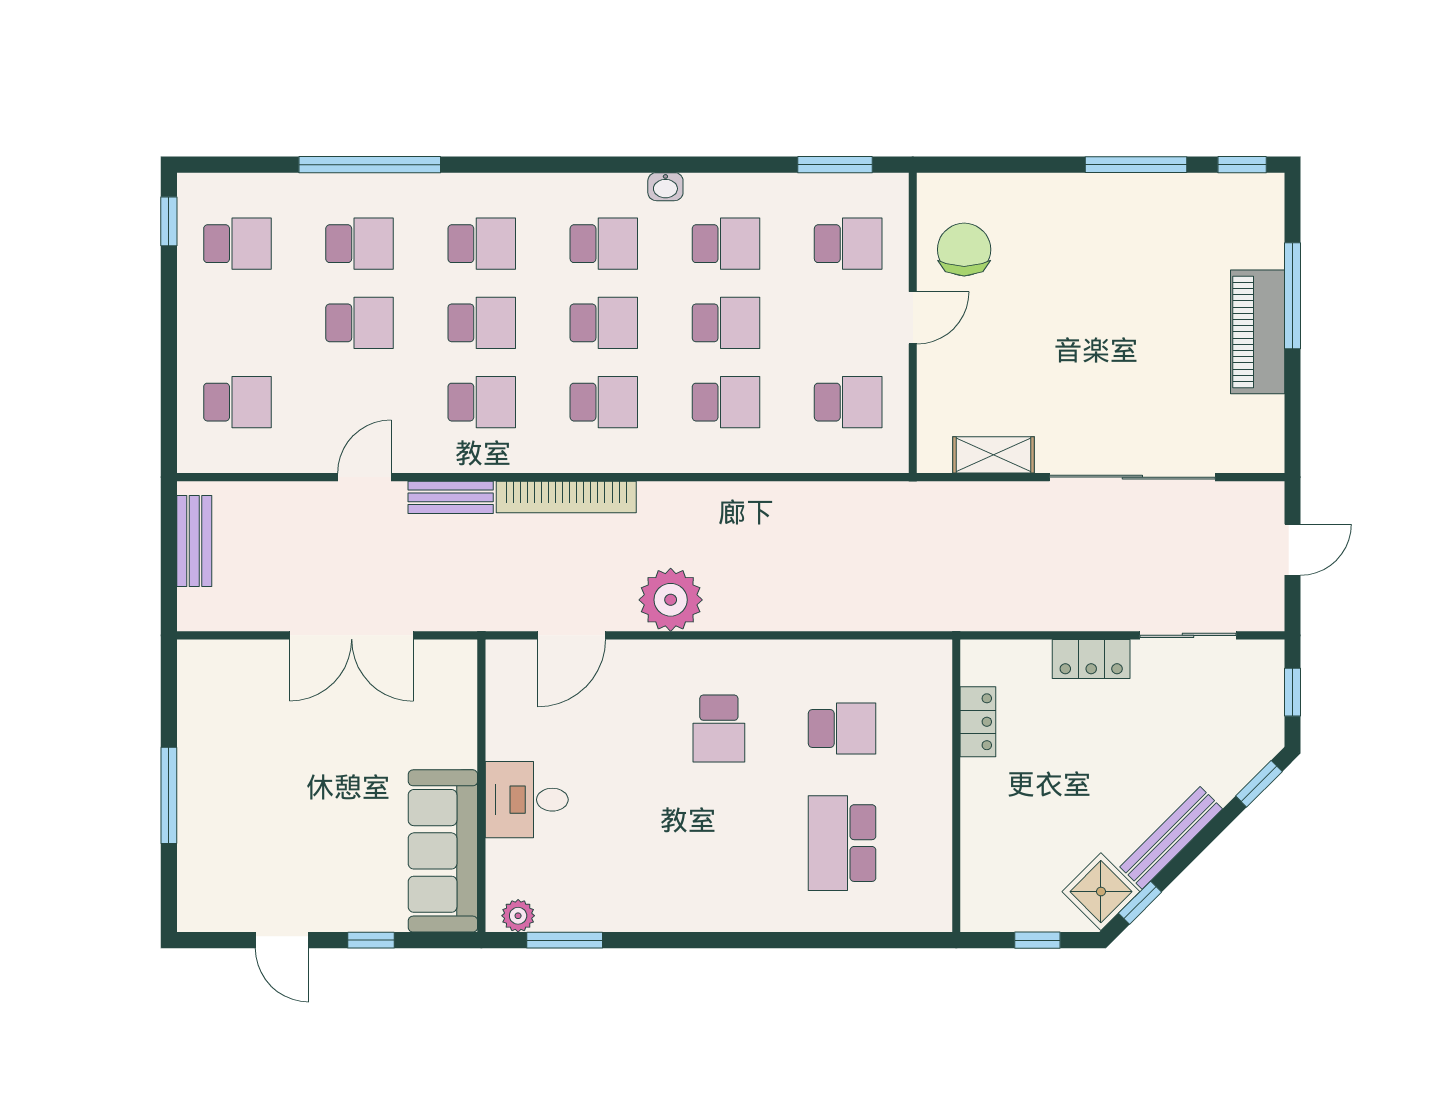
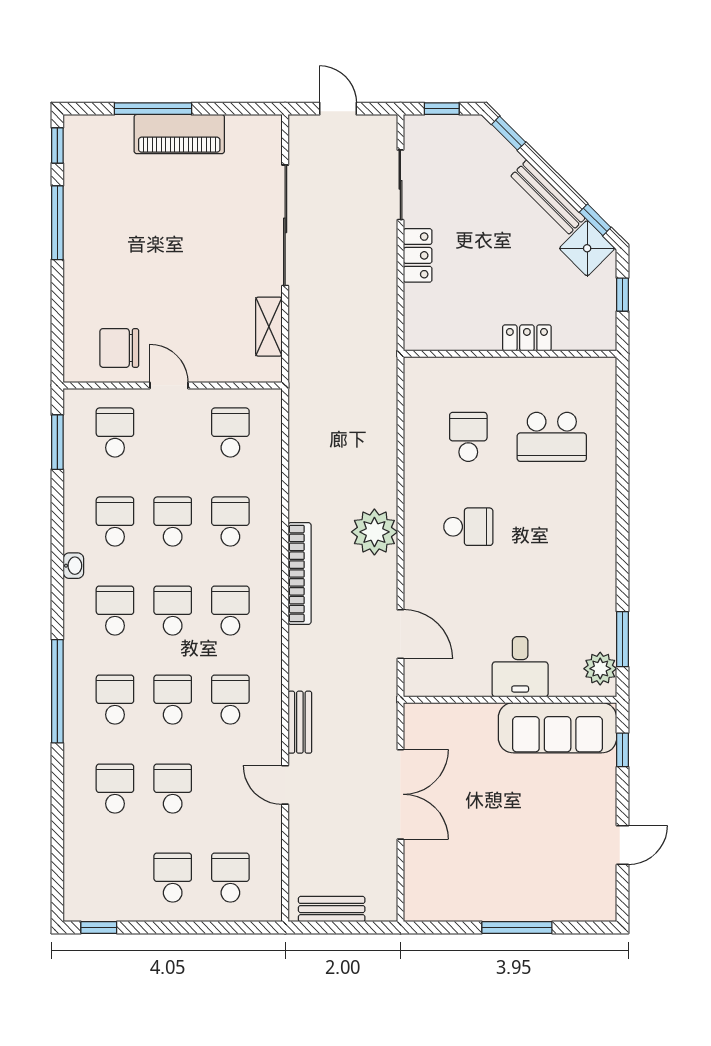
window: (370, 165) -> (57, 691), moved
school desk: (237, 244) -> (173, 878), moved
bookcase: (566, 497) -> (300, 574), moved
plant: (671, 600) -> (374, 532), moved
locker: (978, 722) -> (527, 338), moved
plant: (518, 916) -> (600, 669), width x1.38, depth x1.38
window: (371, 940) -> (622, 750), moved

